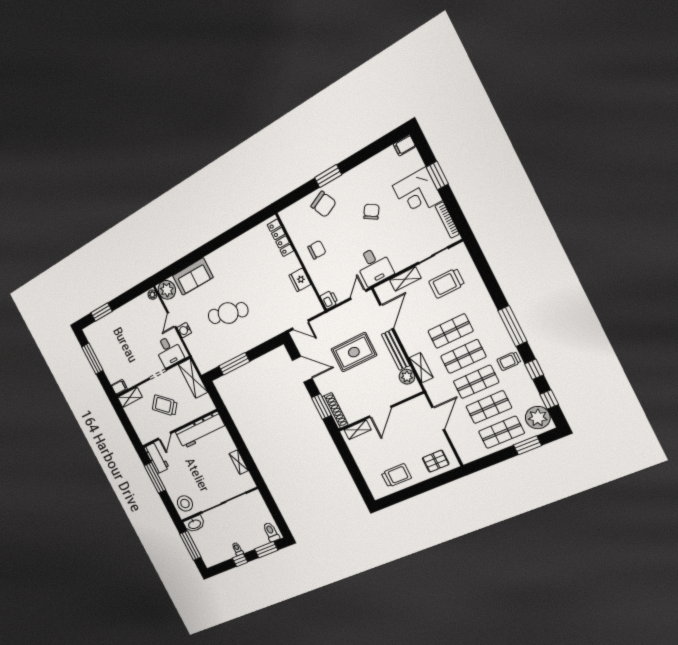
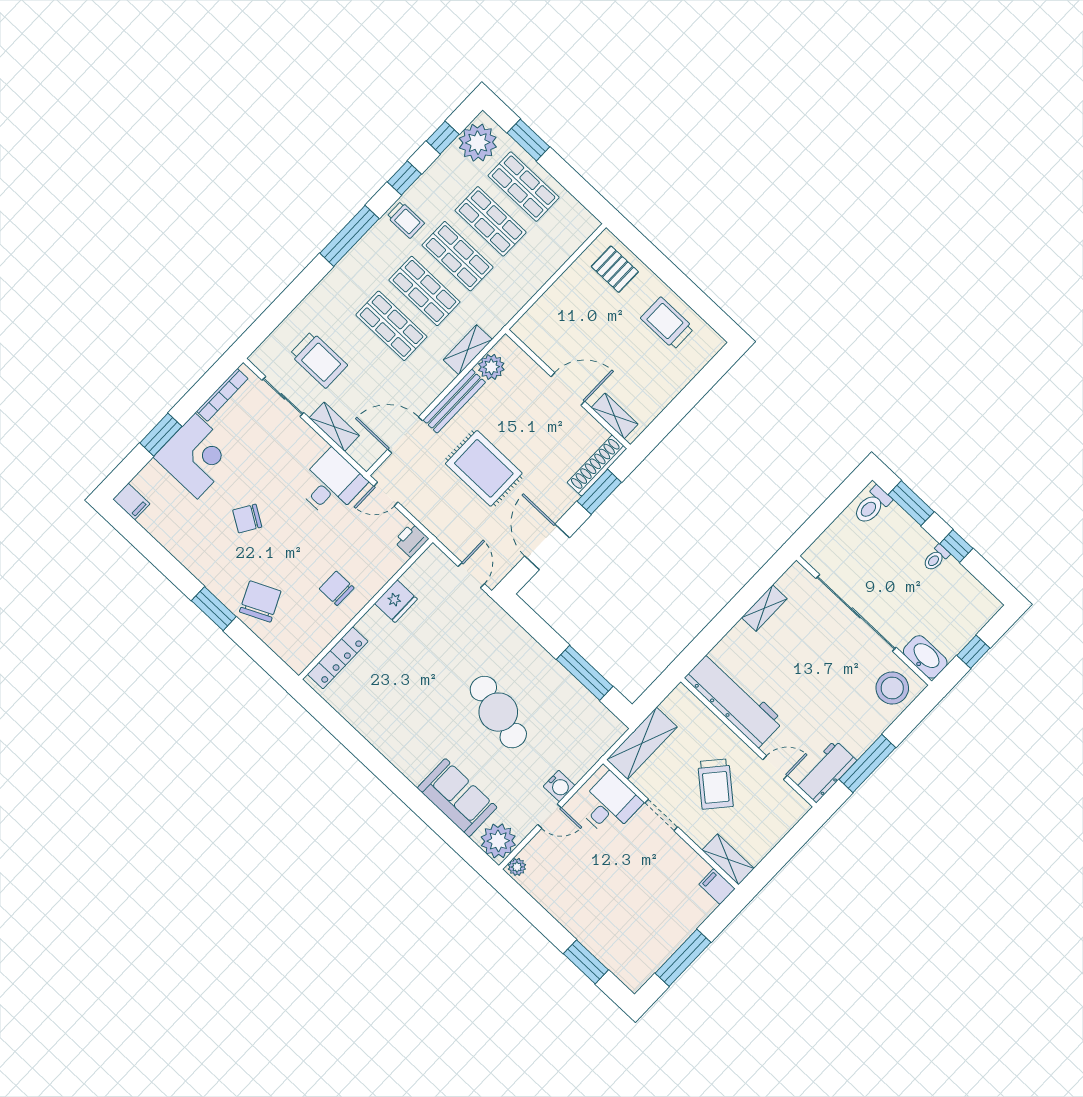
door: (438, 418) -> (541, 292), removed
window: (190, 546) -> (973, 652), width x0.46

